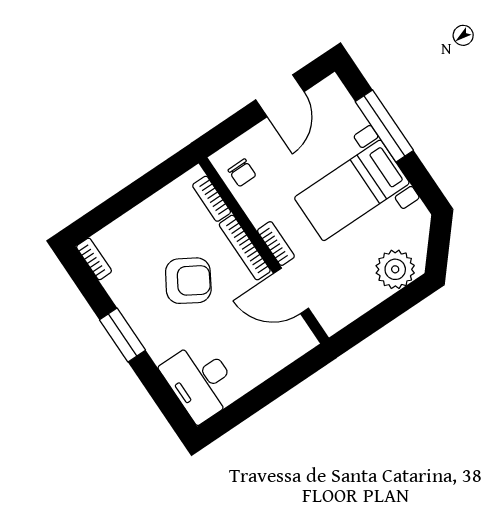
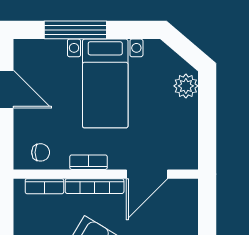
bookcase: (276, 244) -> (89, 162), moved
plant: (395, 269) -> (186, 86), width x0.73, depth x0.73

